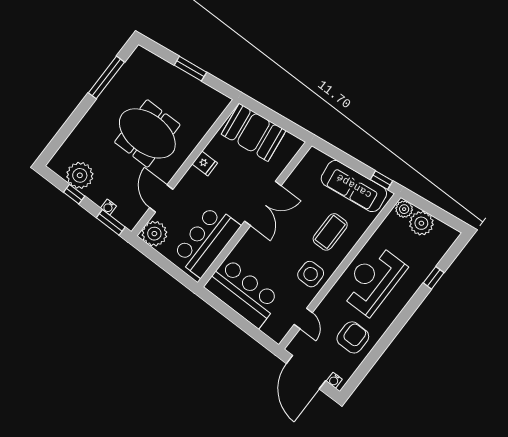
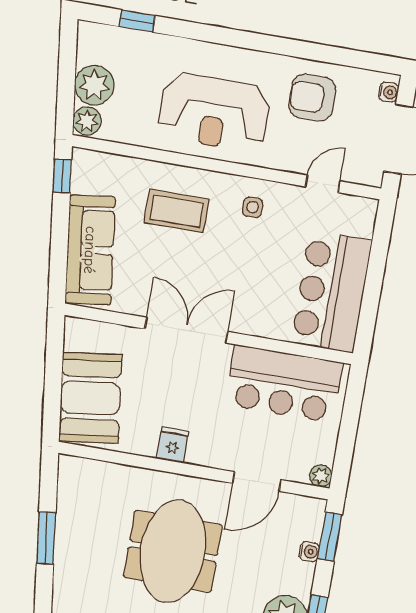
sofa: (354, 186) -> (90, 250), moved
plant: (154, 234) -> (321, 476), width x0.53, depth x0.53
side table: (311, 274) -> (253, 207), width x0.54, depth x0.54
window: (434, 278) -> (137, 21), moved

